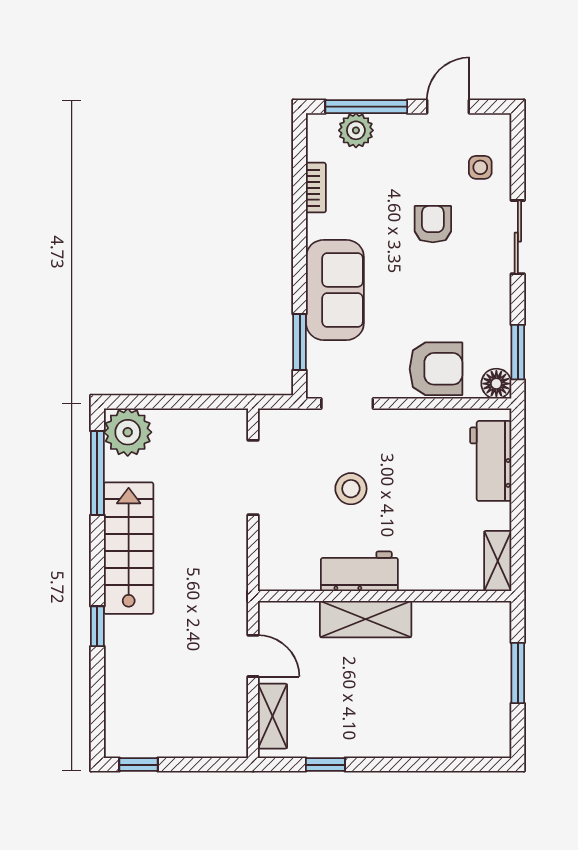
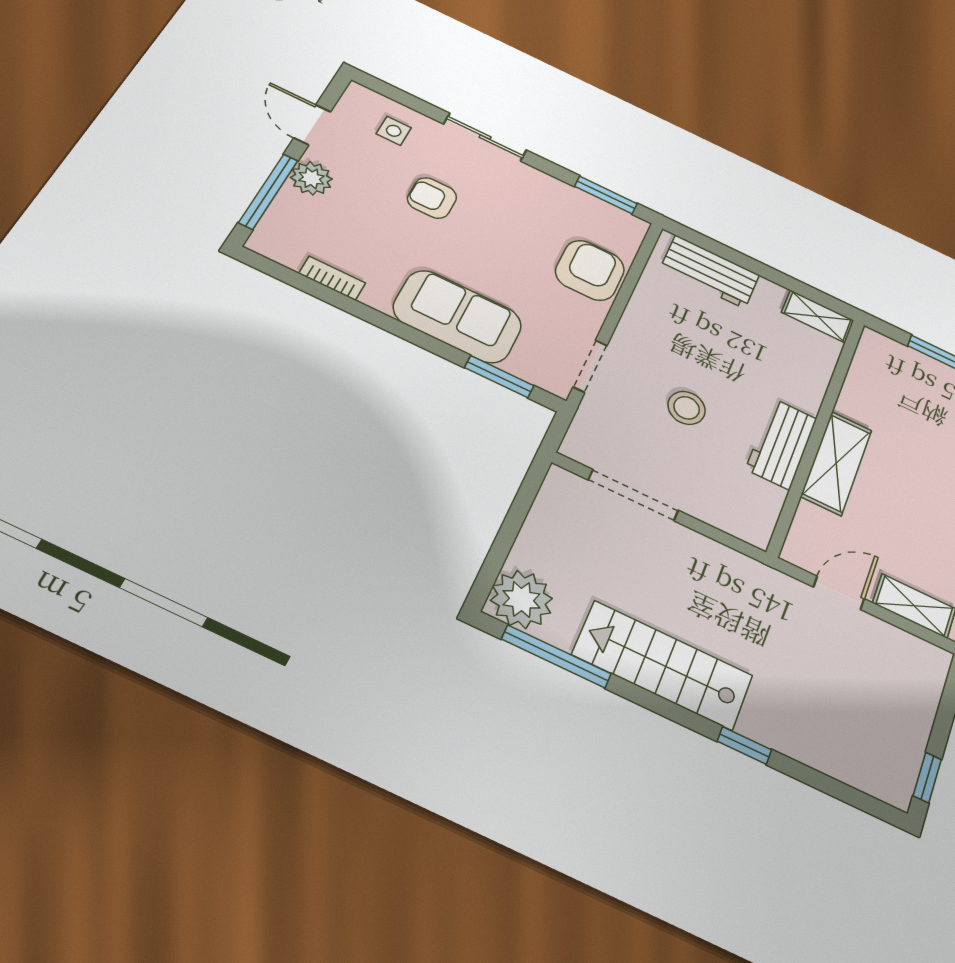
plant: (356, 130) -> (311, 178), moved
floor lamp: (496, 384) -> (630, 228), removed

